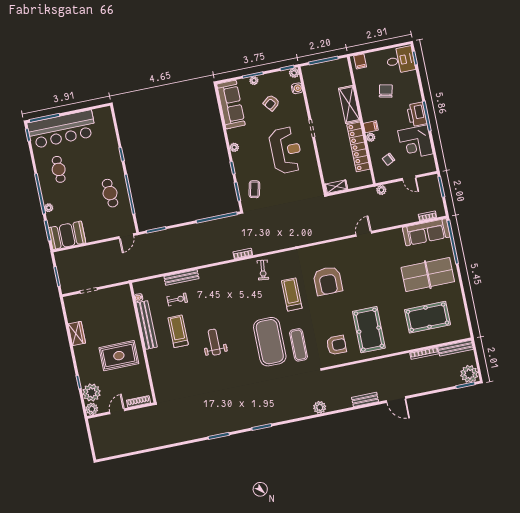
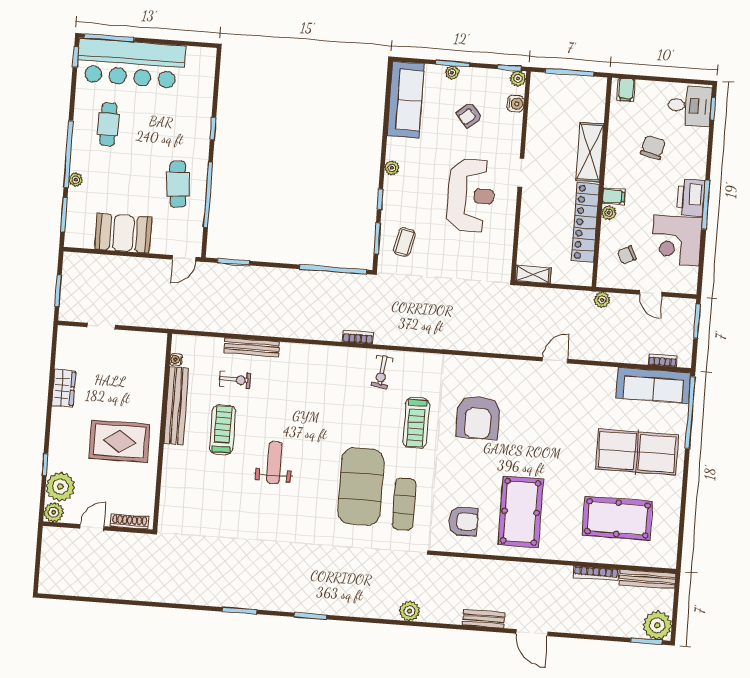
booth: (67, 235) -> (123, 233), moved
treadmill: (292, 294) -> (416, 423), turned 180

